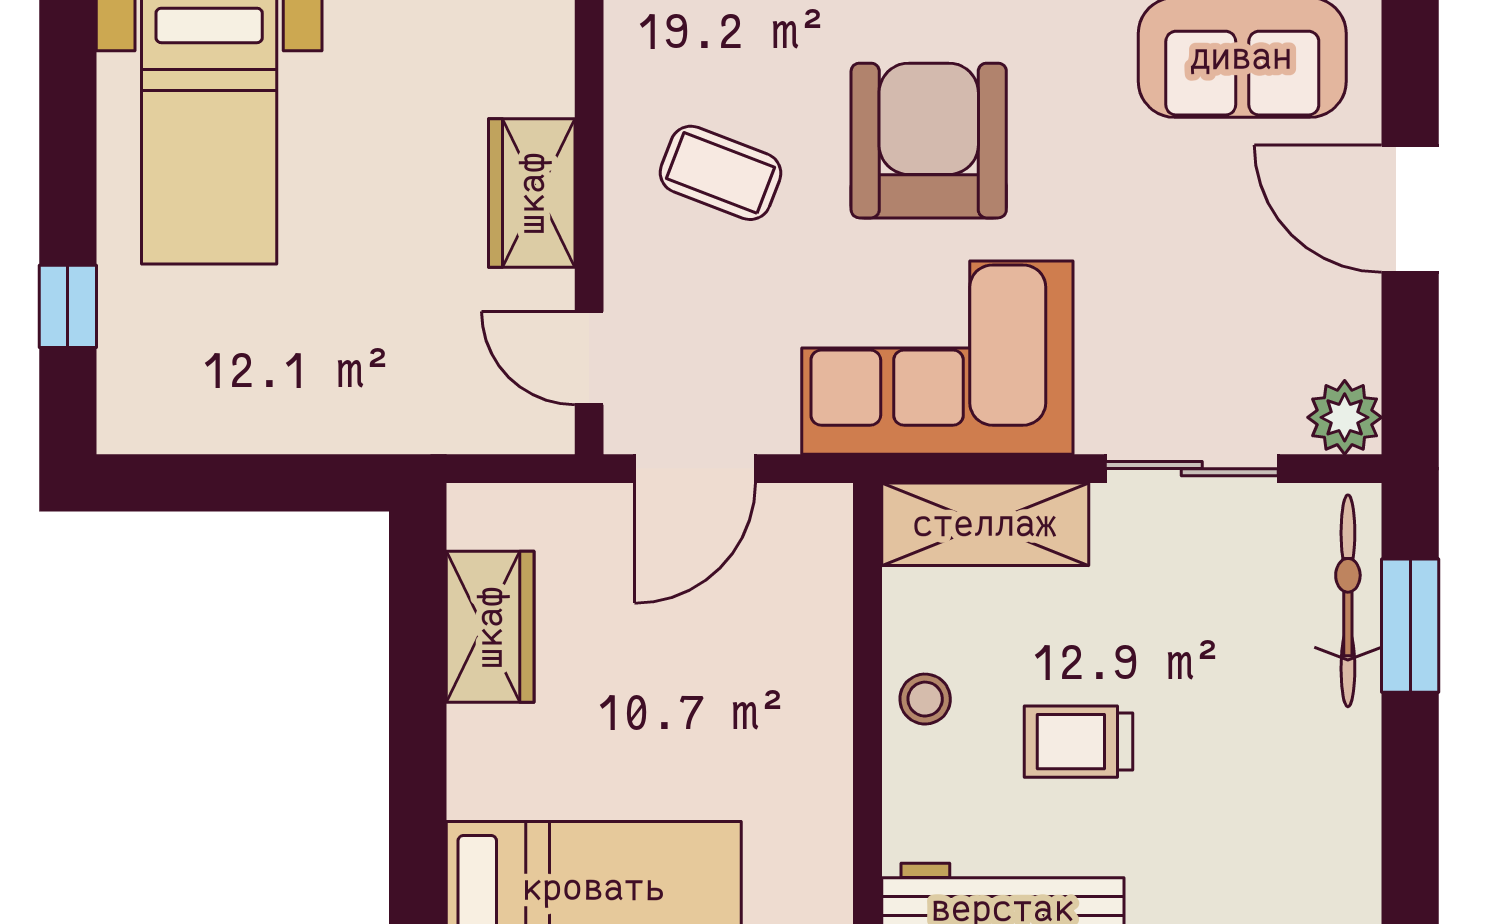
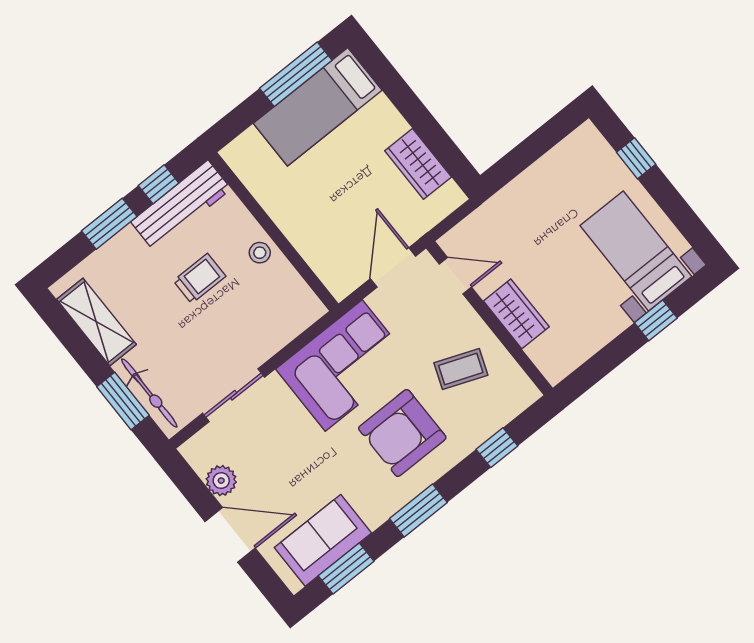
armchair: (929, 141) -> (402, 433), turned 90
plant: (1345, 417) -> (221, 481), moved
shelving: (985, 524) -> (96, 322), moved, turned 90

